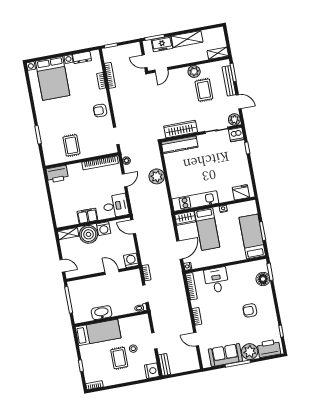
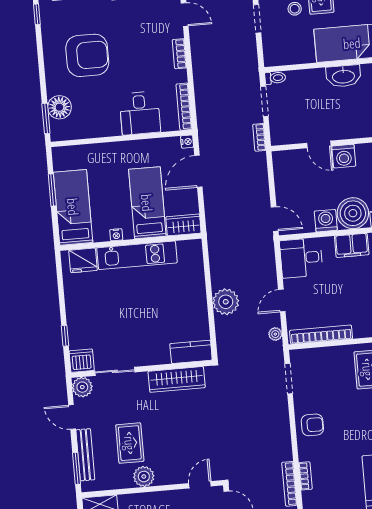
kitchen counter: (180, 145) -> (191, 352), width x0.67
kitchen unit: (195, 201) -> (137, 255), moved
bed: (252, 236) -> (73, 207), moved, turned 180
washing machine: (131, 260) -> (344, 156), moved
armchair: (250, 310) -> (87, 55), width x1.88, depth x1.88

